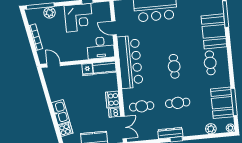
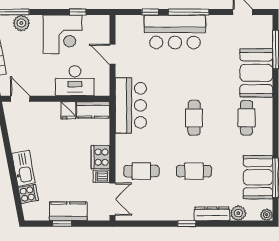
desk: (101, 48) -> (75, 81), moved
bar counter: (130, 62) -> (131, 105), width x0.73
dresser: (170, 133) -> (212, 214), moved

